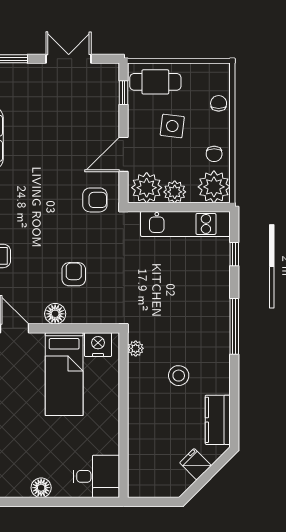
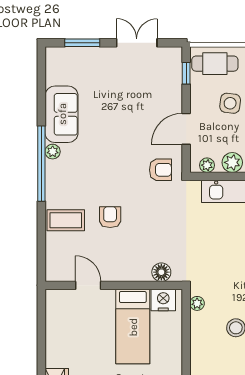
plant: (147, 188) -> (207, 165), width x0.53, depth x0.53
armchair: (74, 274) -> (110, 217), moved
floor lamp: (55, 314) -> (161, 272), moved

